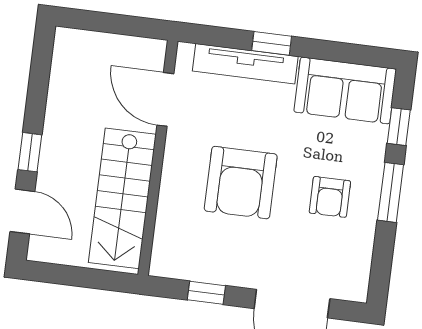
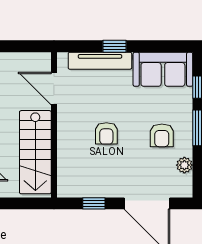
armchair: (241, 183) -> (106, 133), width x0.53, depth x0.53
plant: (360, 250) -> (184, 165), added

